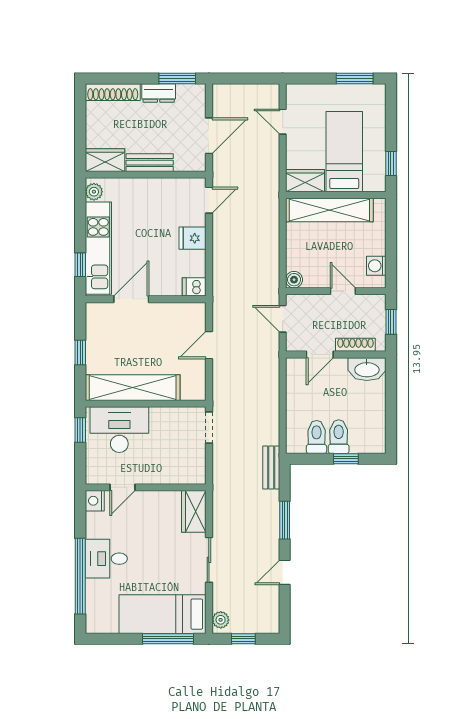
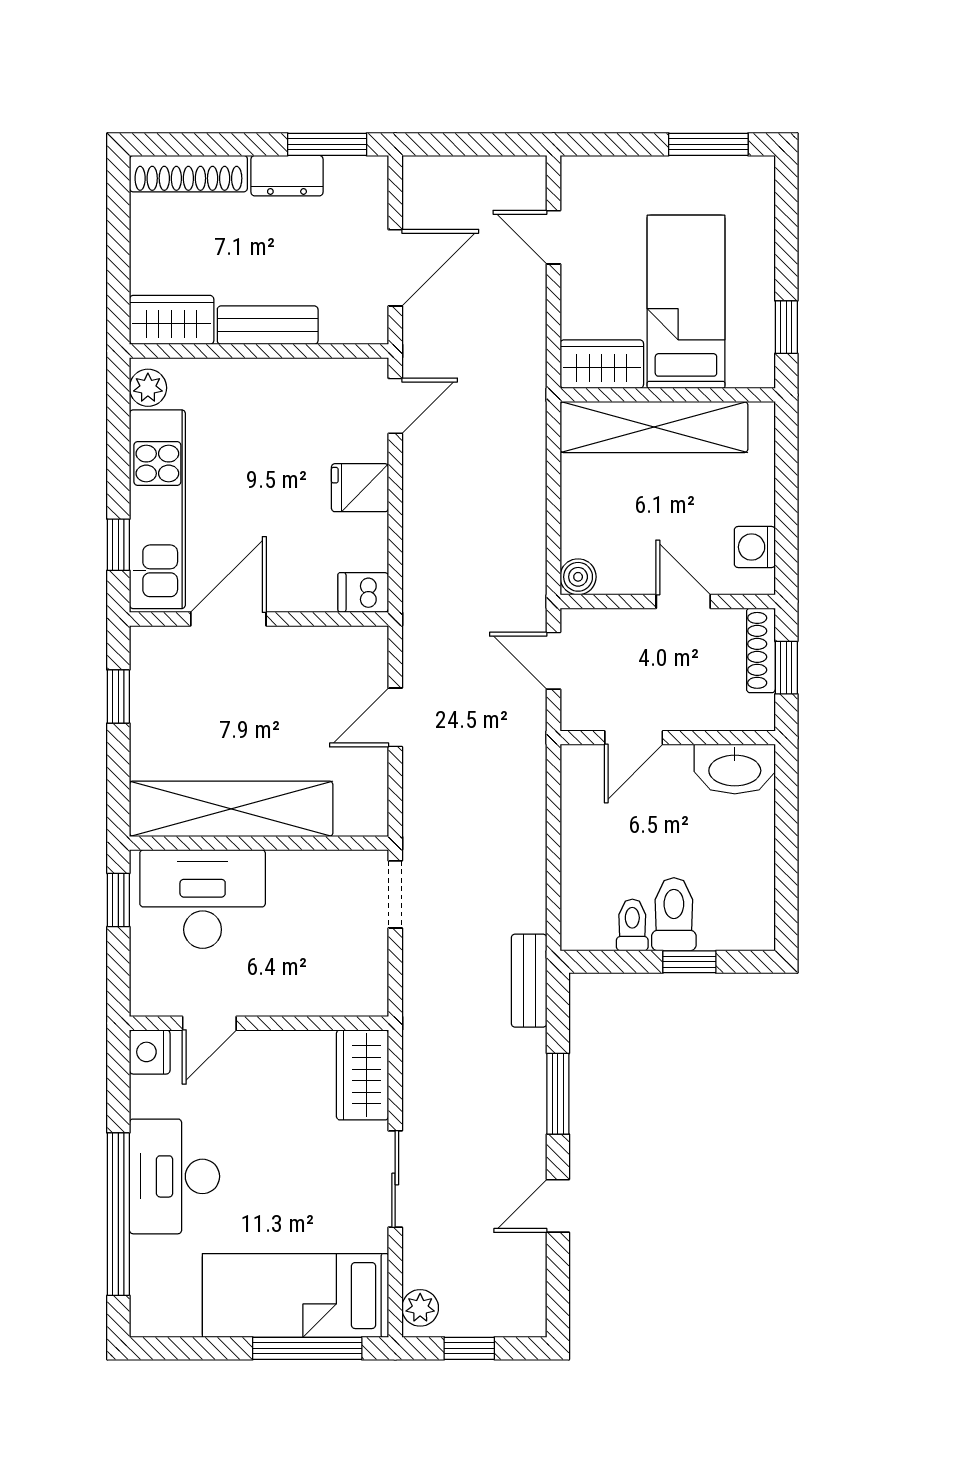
shoe rack: (355, 345) -> (761, 650), moved, turned -90
window: (80, 352) -> (118, 697), moved
toilet: (317, 437) -> (632, 925), width x0.73, depth x0.72
desk: (106, 559) -> (174, 1176), width x1.37

